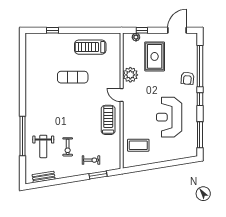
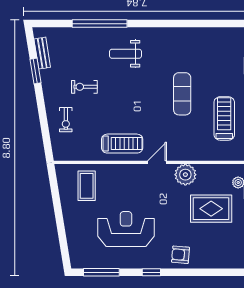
window: (200, 66) -> (198, 272), removed
weight bench: (43, 146) -> (125, 54), moved
window: (98, 175) -> (35, 71), moved

